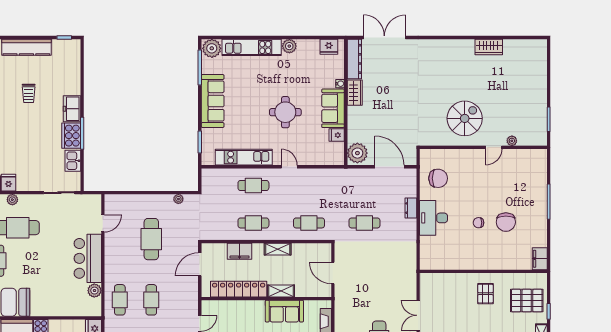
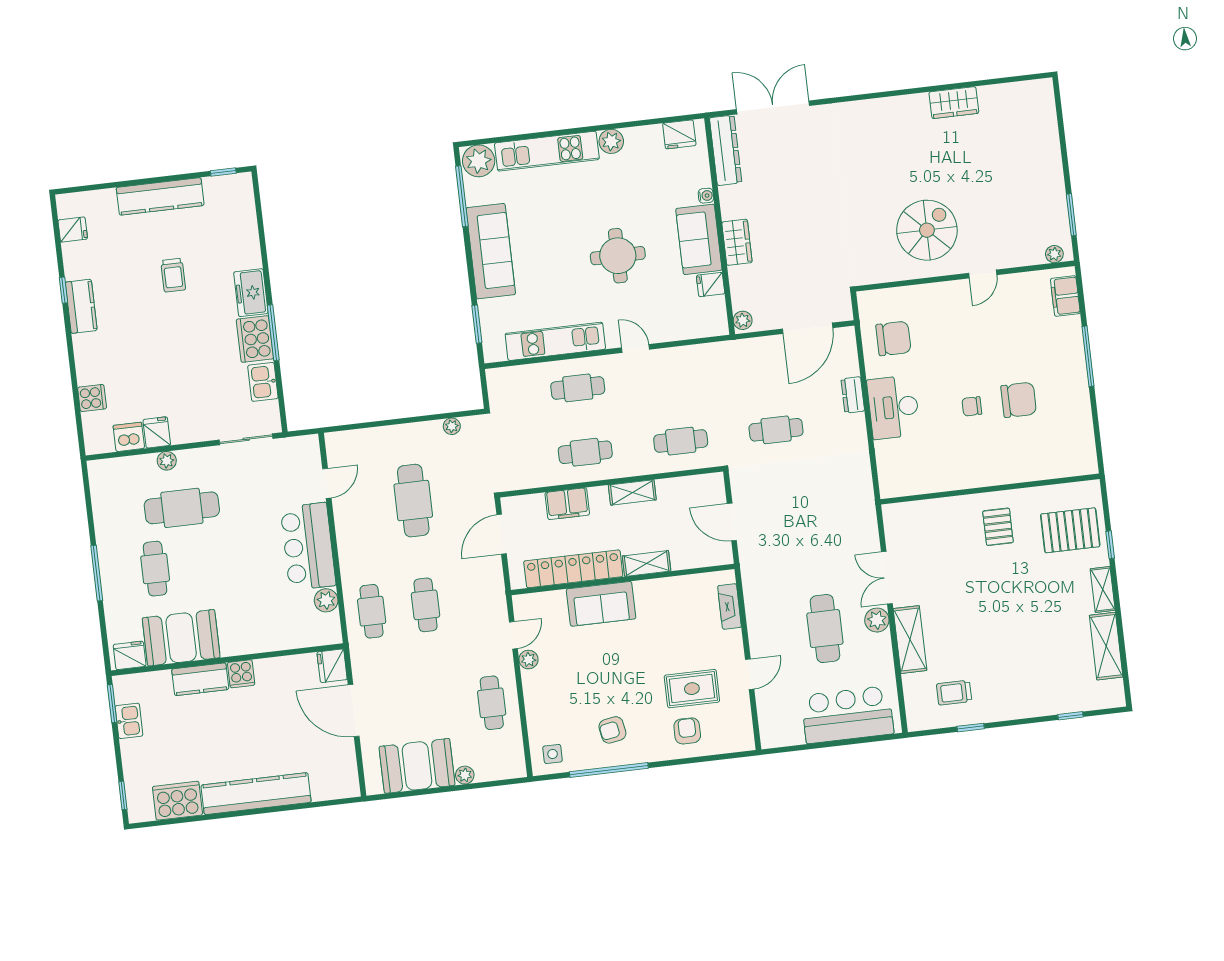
wardrobe: (355, 93) -> (737, 242), moved
plant: (512, 141) -> (1054, 254), moved
plant: (357, 153) -> (743, 320), width x0.53, depth x0.53
door: (389, 167) -> (808, 328), swing flipped
chair: (506, 222) -> (1019, 400), turned -90
filing cabinet: (540, 259) -> (1065, 296), moved
sofa: (284, 311) -> (601, 604), moved

